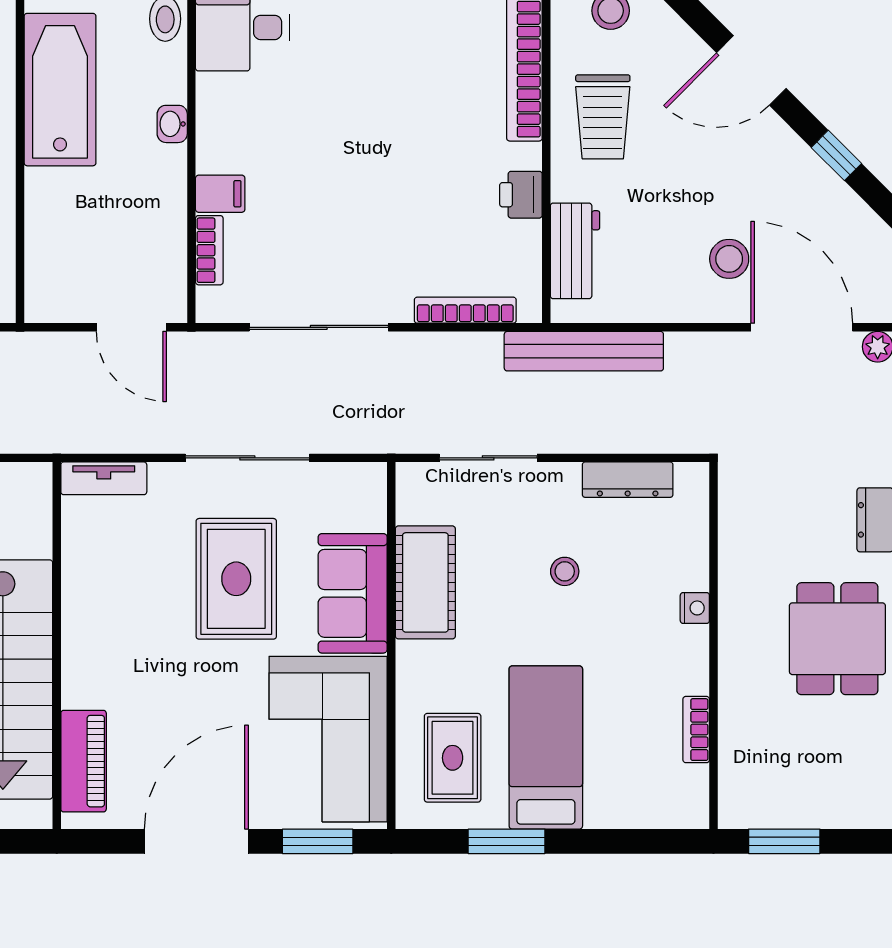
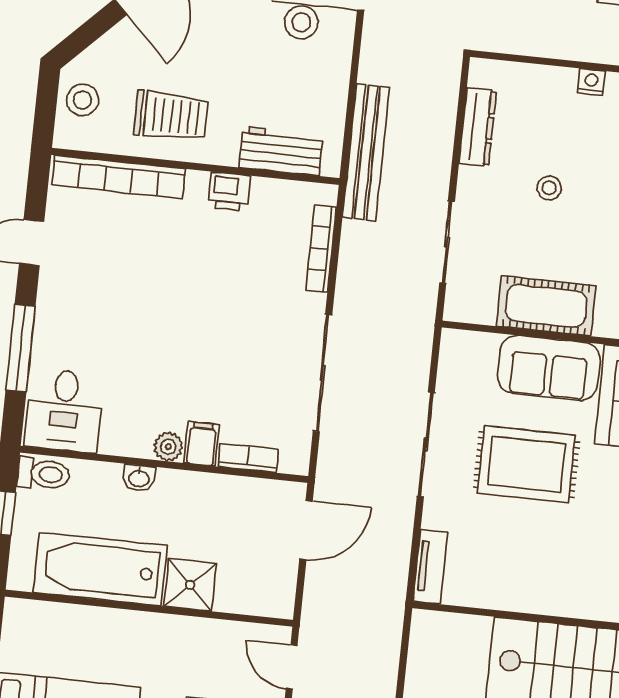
plant: (213, 155) -> (168, 447), added
shower: (53, 198) -> (190, 585), added

